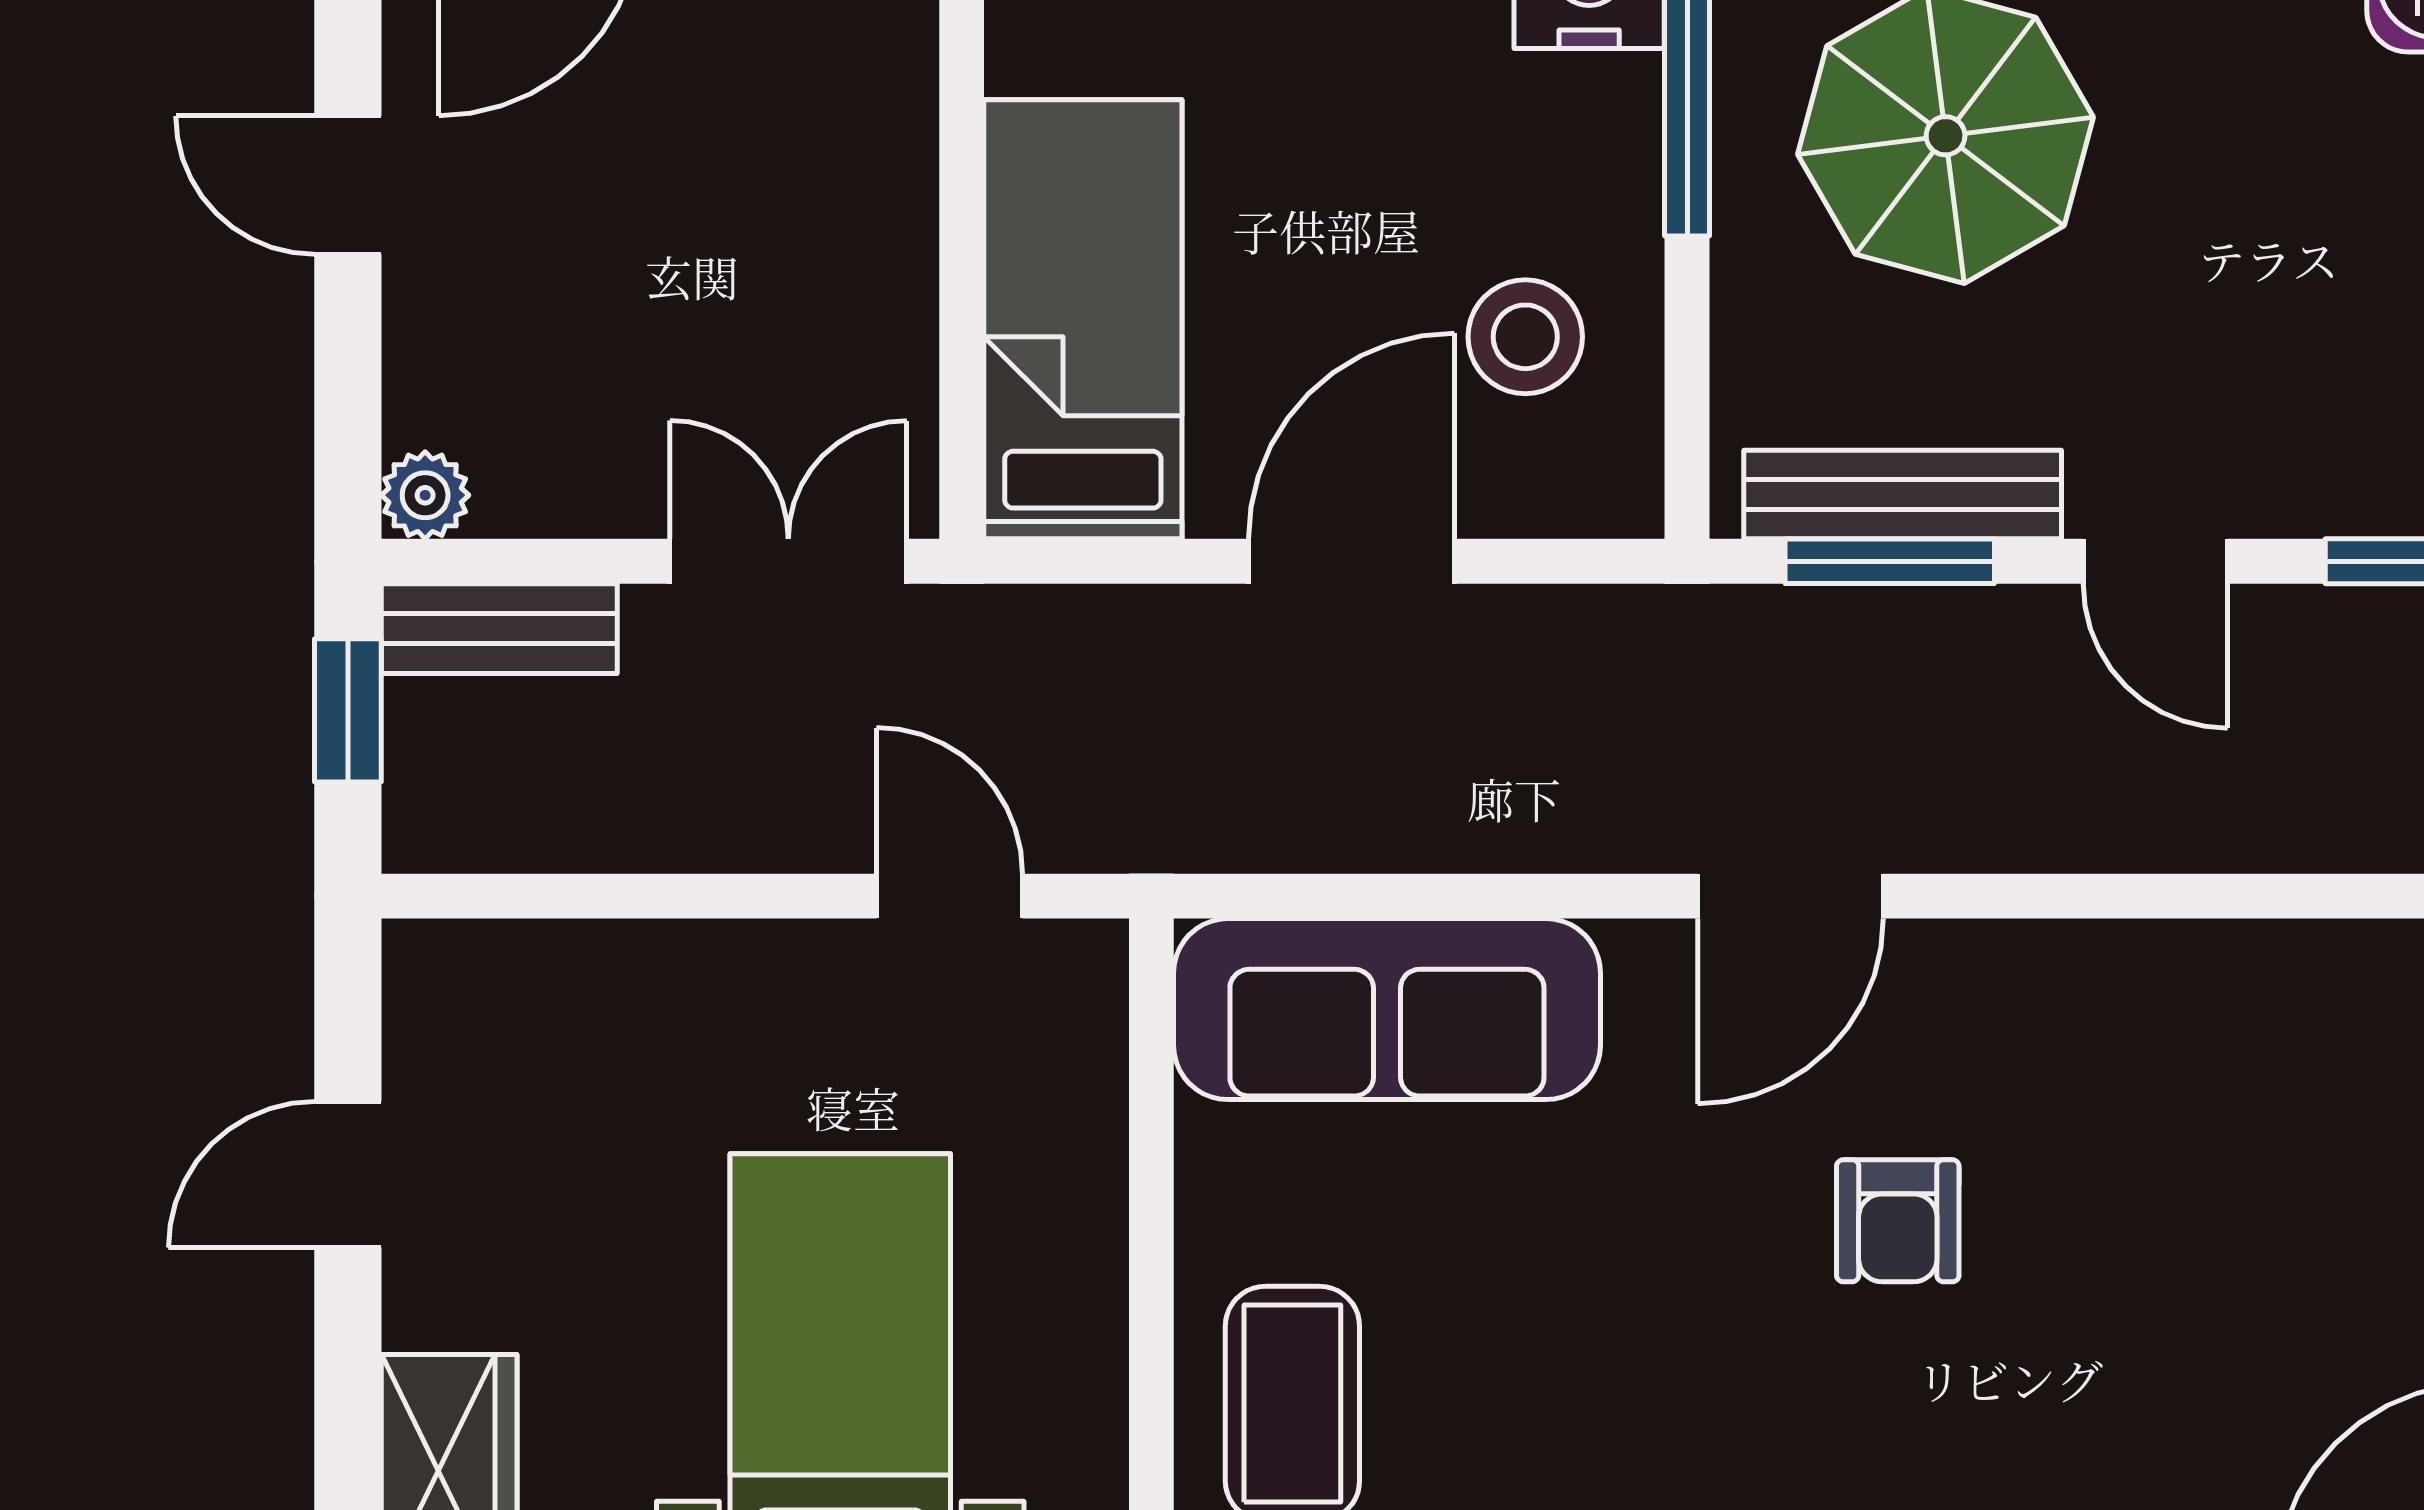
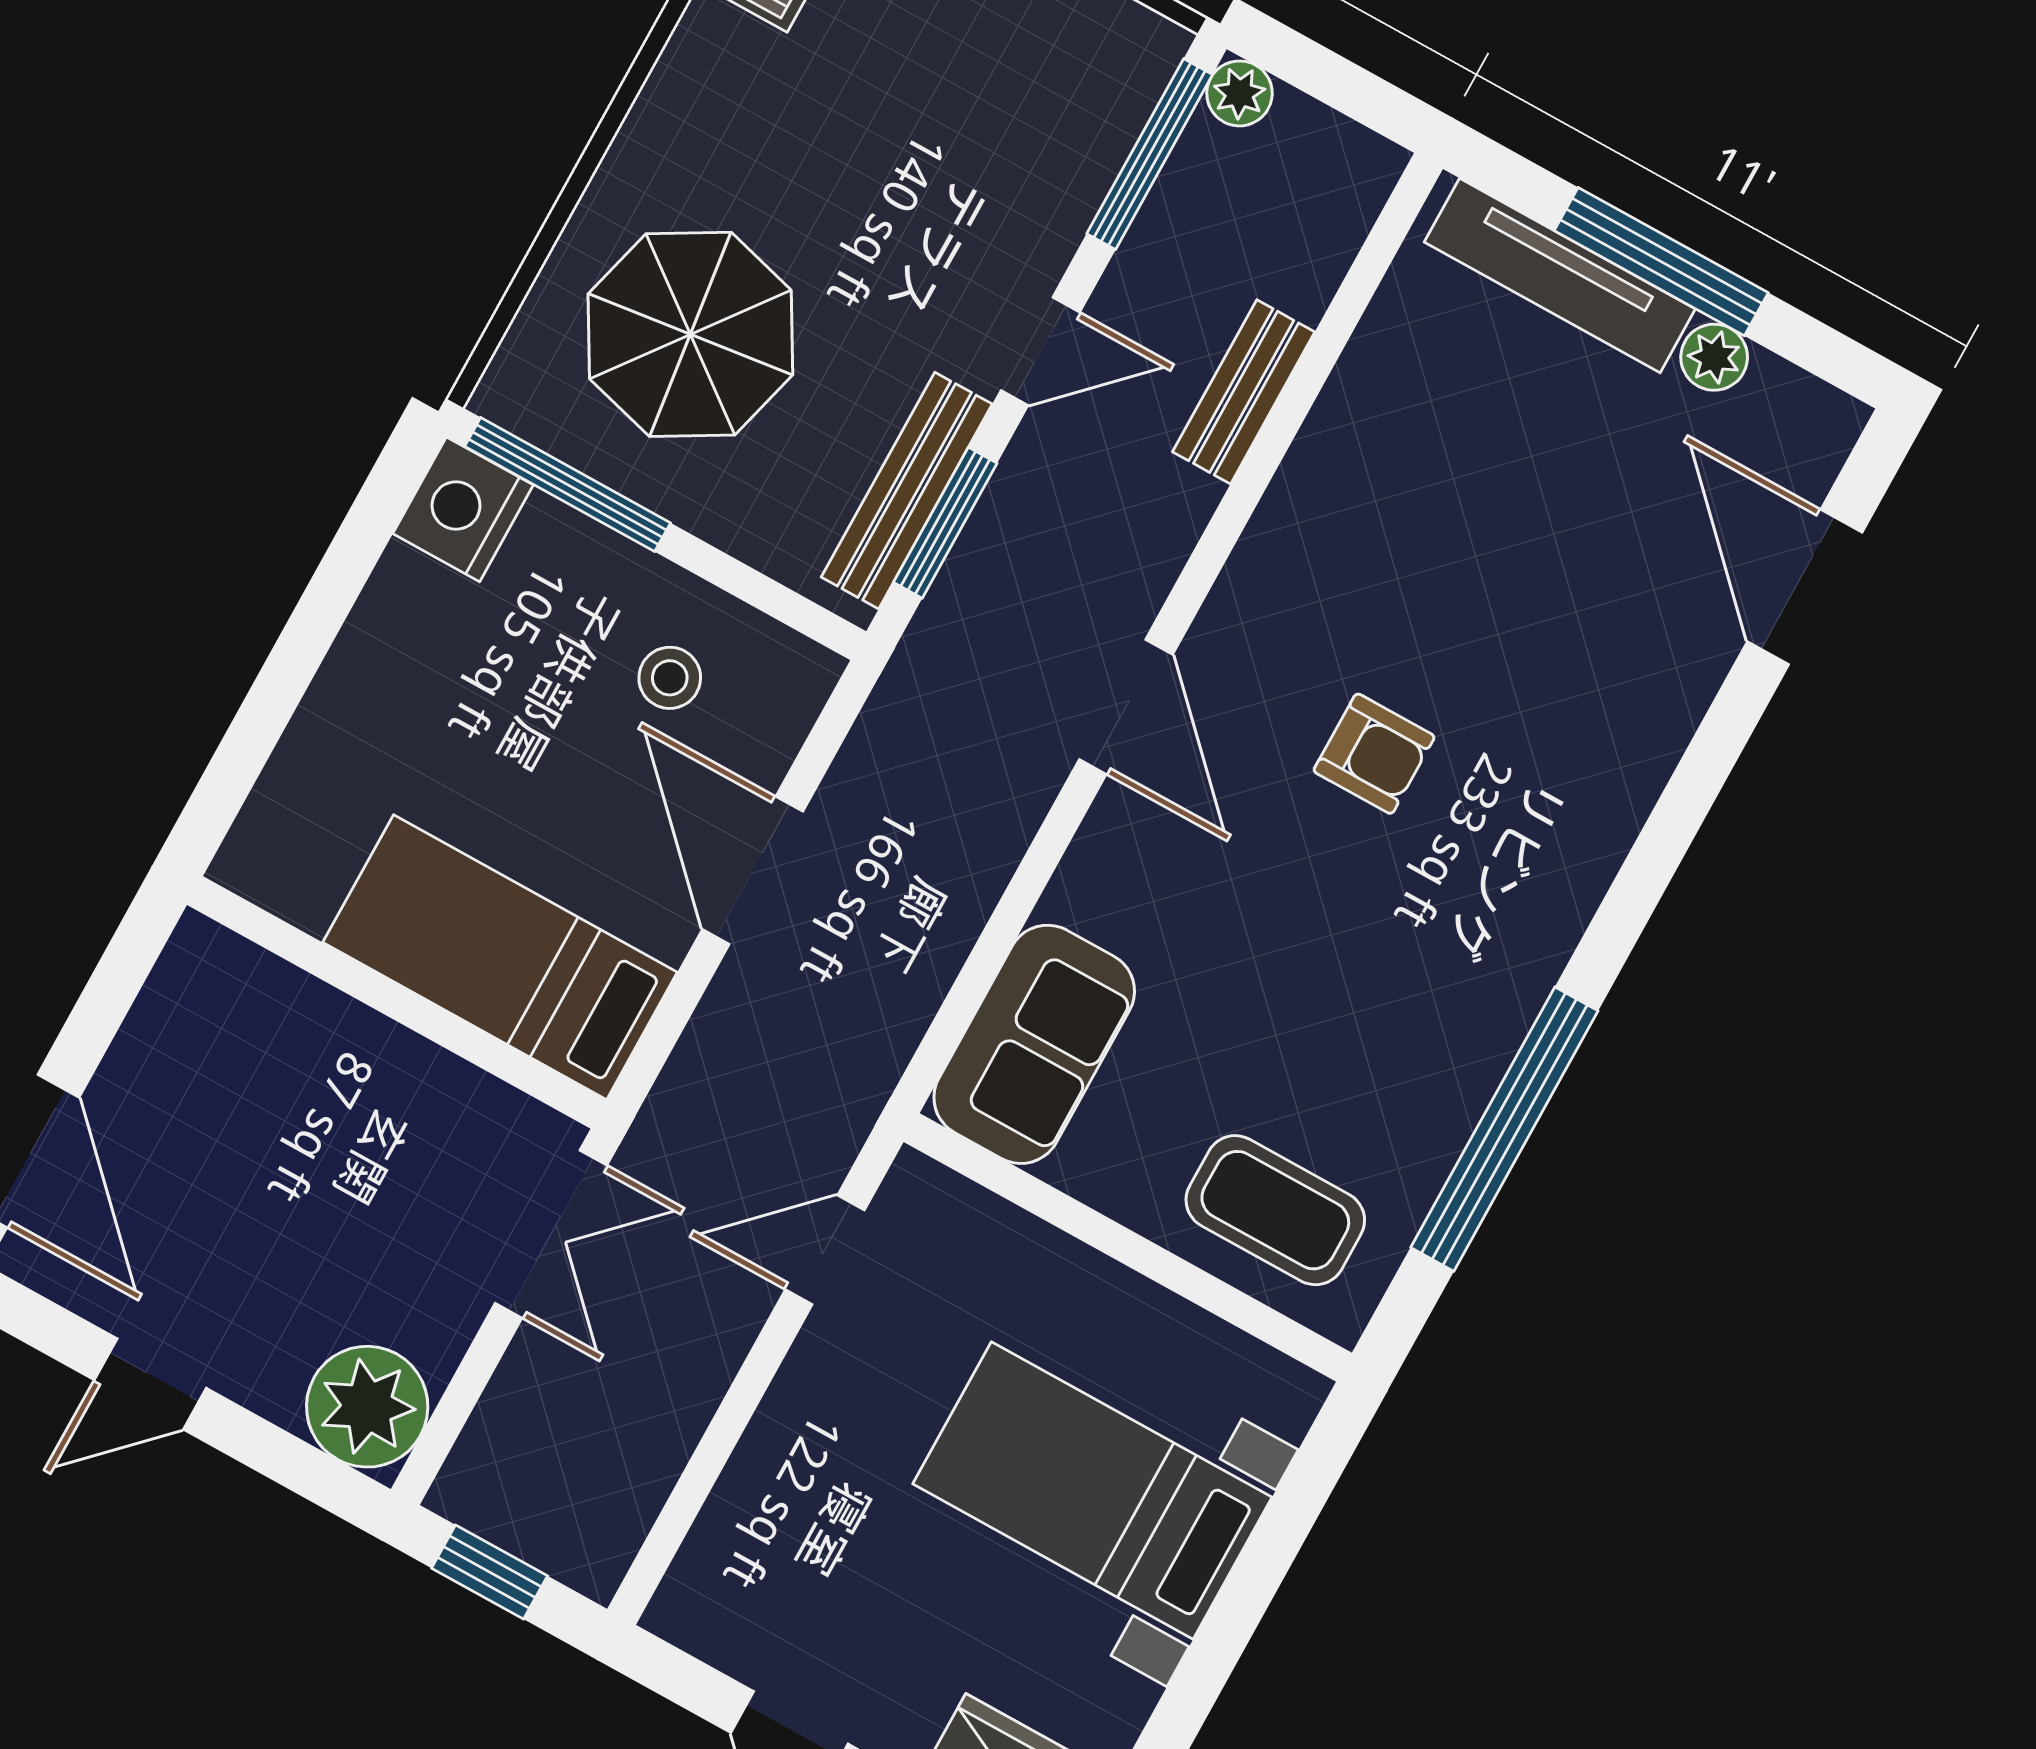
stool: (1525, 337) -> (670, 678), width x0.73, depth x0.73
plant: (425, 495) -> (367, 1407), width x1.88, depth x1.88
double door: (788, 561) -> (551, 1234), swing flipped
bench: (499, 629) -> (1244, 392), moved
sofa: (1387, 1009) -> (1034, 1044), width x0.73

